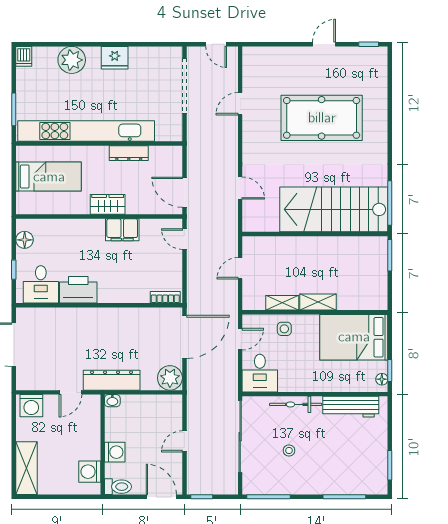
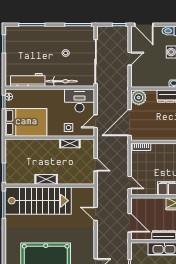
door: (184, 192) -> (130, 223), moved
door: (240, 268) -> (96, 165), hinge flipped
shelving: (318, 302) -> (46, 179), moved
desk: (260, 373) -> (79, 100), width x1.37

